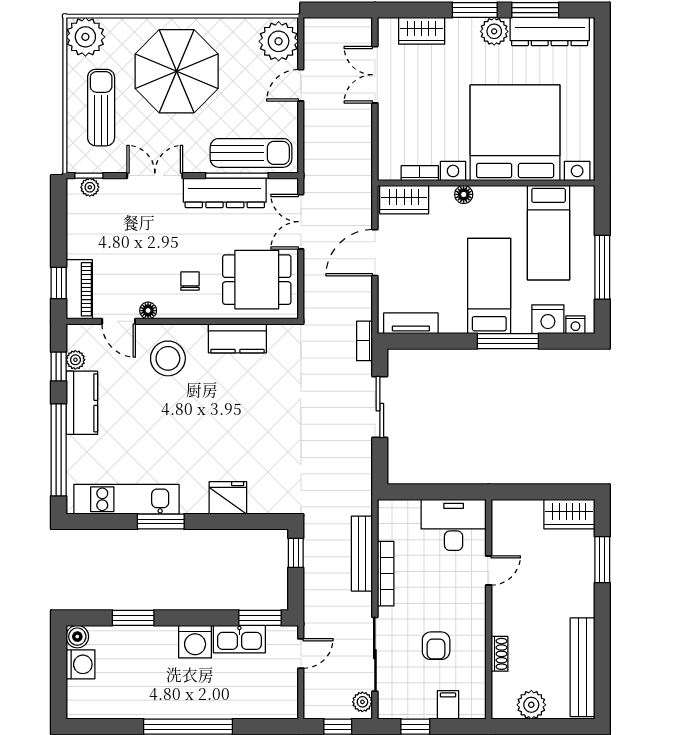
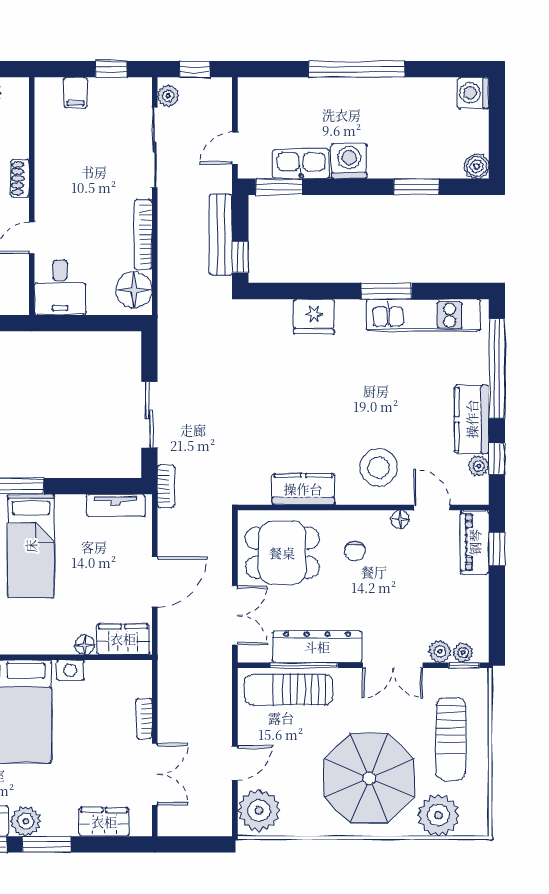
plant: (85, 37) -> (438, 815), moved
bookcase: (420, 173) -> (144, 719), moved, turned 90
plant: (111, 188) -> (440, 651), added
floor lamp: (464, 194) -> (85, 645), moved
floor lamp: (394, 523) -> (134, 290), added
desk: (454, 525) -> (60, 287), width x0.73
bench: (362, 554) -> (221, 234), moved
armchair: (436, 646) -> (89, 157), removed
shoe rack: (499, 654) -> (20, 178), moved
washing machine: (80, 664) -> (473, 93), moved

